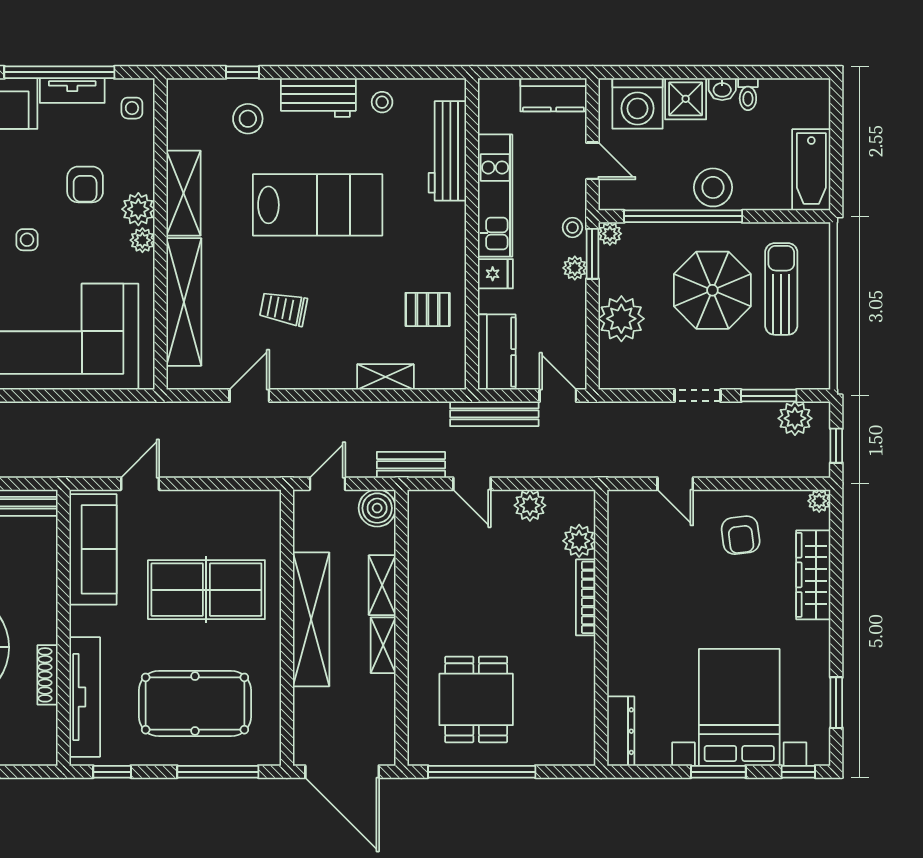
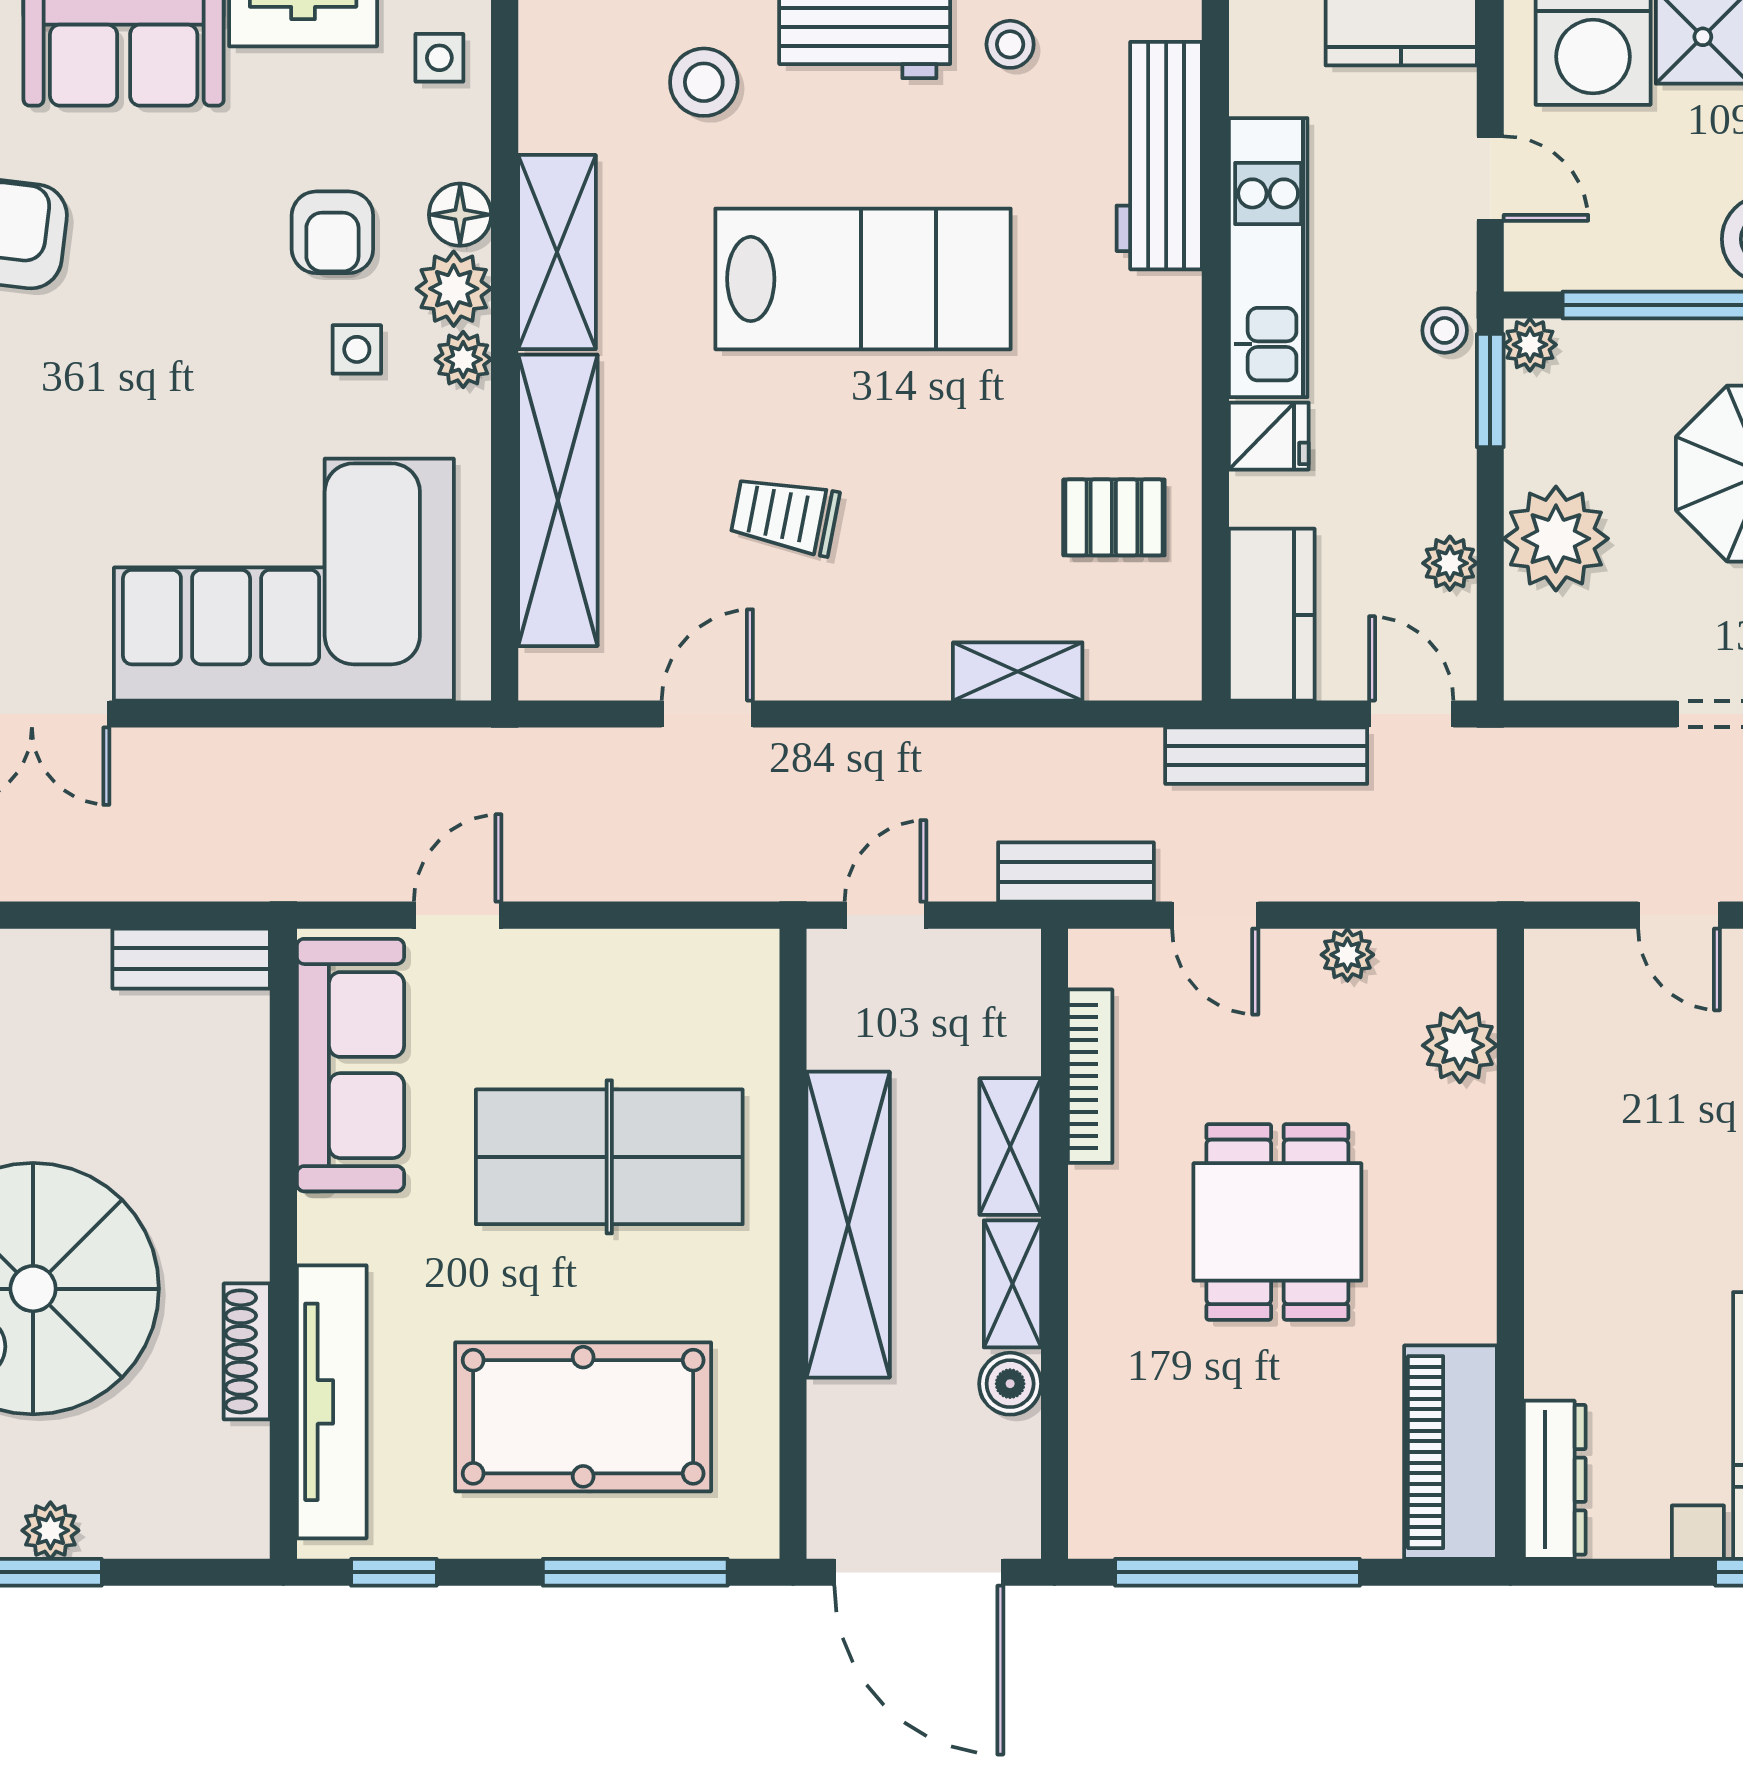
floor lamp: (141, 177) -> (460, 215), added
side table: (27, 240) -> (357, 349), moved
plant: (575, 268) -> (1450, 563), moved
plant: (530, 505) -> (1347, 955), width x0.73, depth x0.73
boiler: (377, 508) -> (1010, 1384), moved, width x0.73, depth x0.73
bookcase: (586, 597) -> (1090, 1076), moved, turned 180
dining table: (476, 699) -> (1277, 1222), moved
piano: (575, 719) -> (1451, 1452), added

